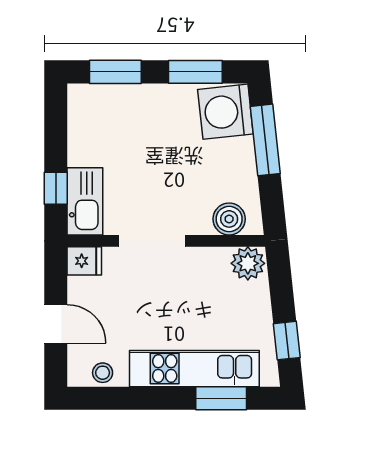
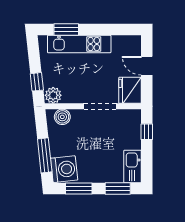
kitchen sink: (85, 201) -> (133, 167), moved
fridge: (84, 261) -> (130, 90), width x1.88, depth x1.34
window: (287, 341) -> (37, 82), moved
stool: (103, 373) -> (124, 42), removed

